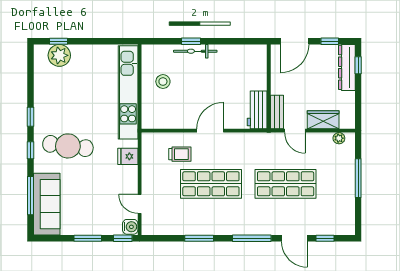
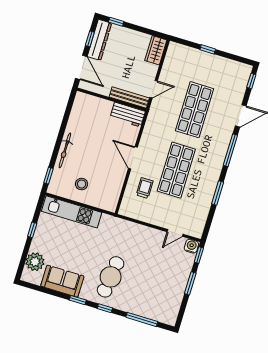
window: (59, 41) -> (32, 230), moved
window: (191, 41) -> (49, 176), moved
dresser: (347, 67) -> (99, 40), moved, turned -90
kitchen unit: (128, 92) -> (72, 212), width x0.73
bench: (277, 112) -> (129, 97), width x1.36
wardrobe: (323, 120) -> (156, 50), moved
plant: (339, 138) -> (171, 55), removed
fridge: (128, 156) -> (134, 231), removed
window: (358, 178) -> (208, 49), width x0.46
sofa: (47, 204) -> (62, 281), moved, width x0.73
window: (325, 238) -> (251, 81), moved

